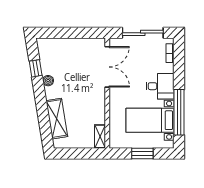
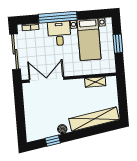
window: (179, 112) -> (58, 17), moved
shelving: (57, 119) -> (94, 119), width x1.47
shelving: (100, 136) -> (95, 82), moved

